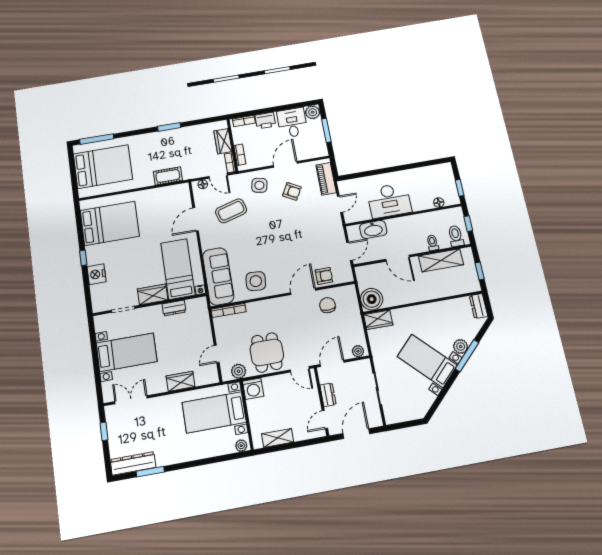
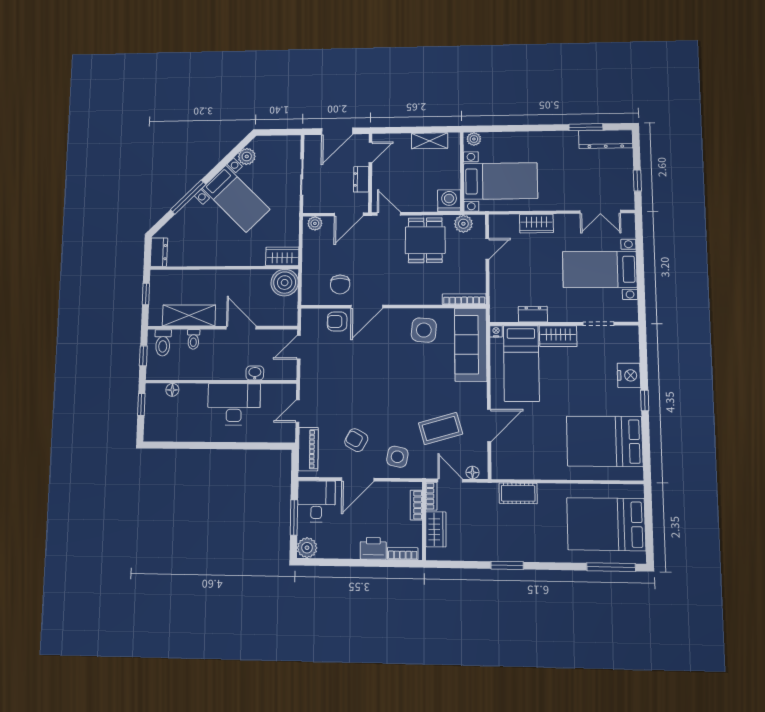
desk: (292, 123) -> (316, 501), moved, turned 180
washbasin: (373, 229) -> (255, 373), width x0.52, depth x0.69
plant: (461, 346) -> (247, 156), moved

